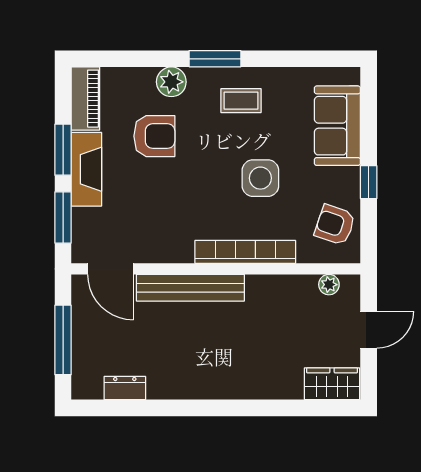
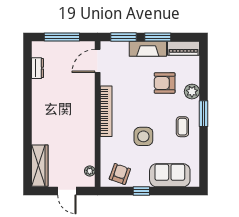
armchair: (154, 136) -> (165, 83), turned 90
bookcase: (245, 252) -> (106, 111), moved
bench: (190, 288) -> (88, 101), removed
wardrobe: (332, 384) -> (40, 166), width x1.50

